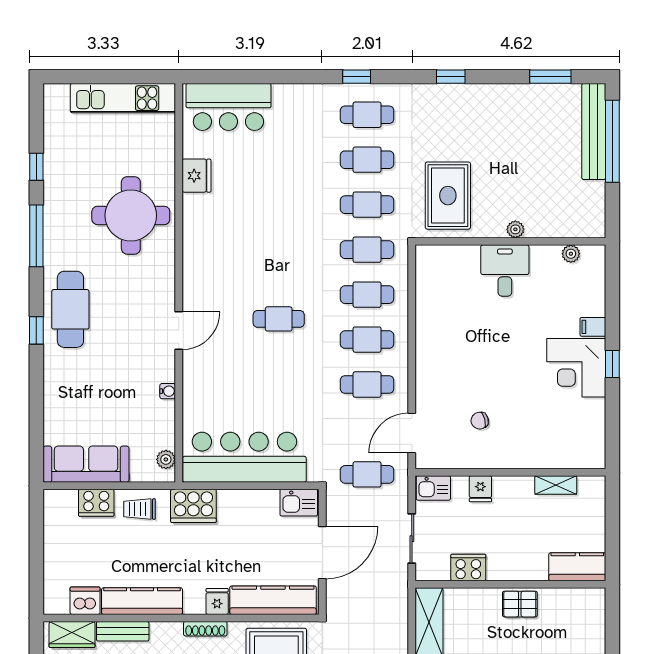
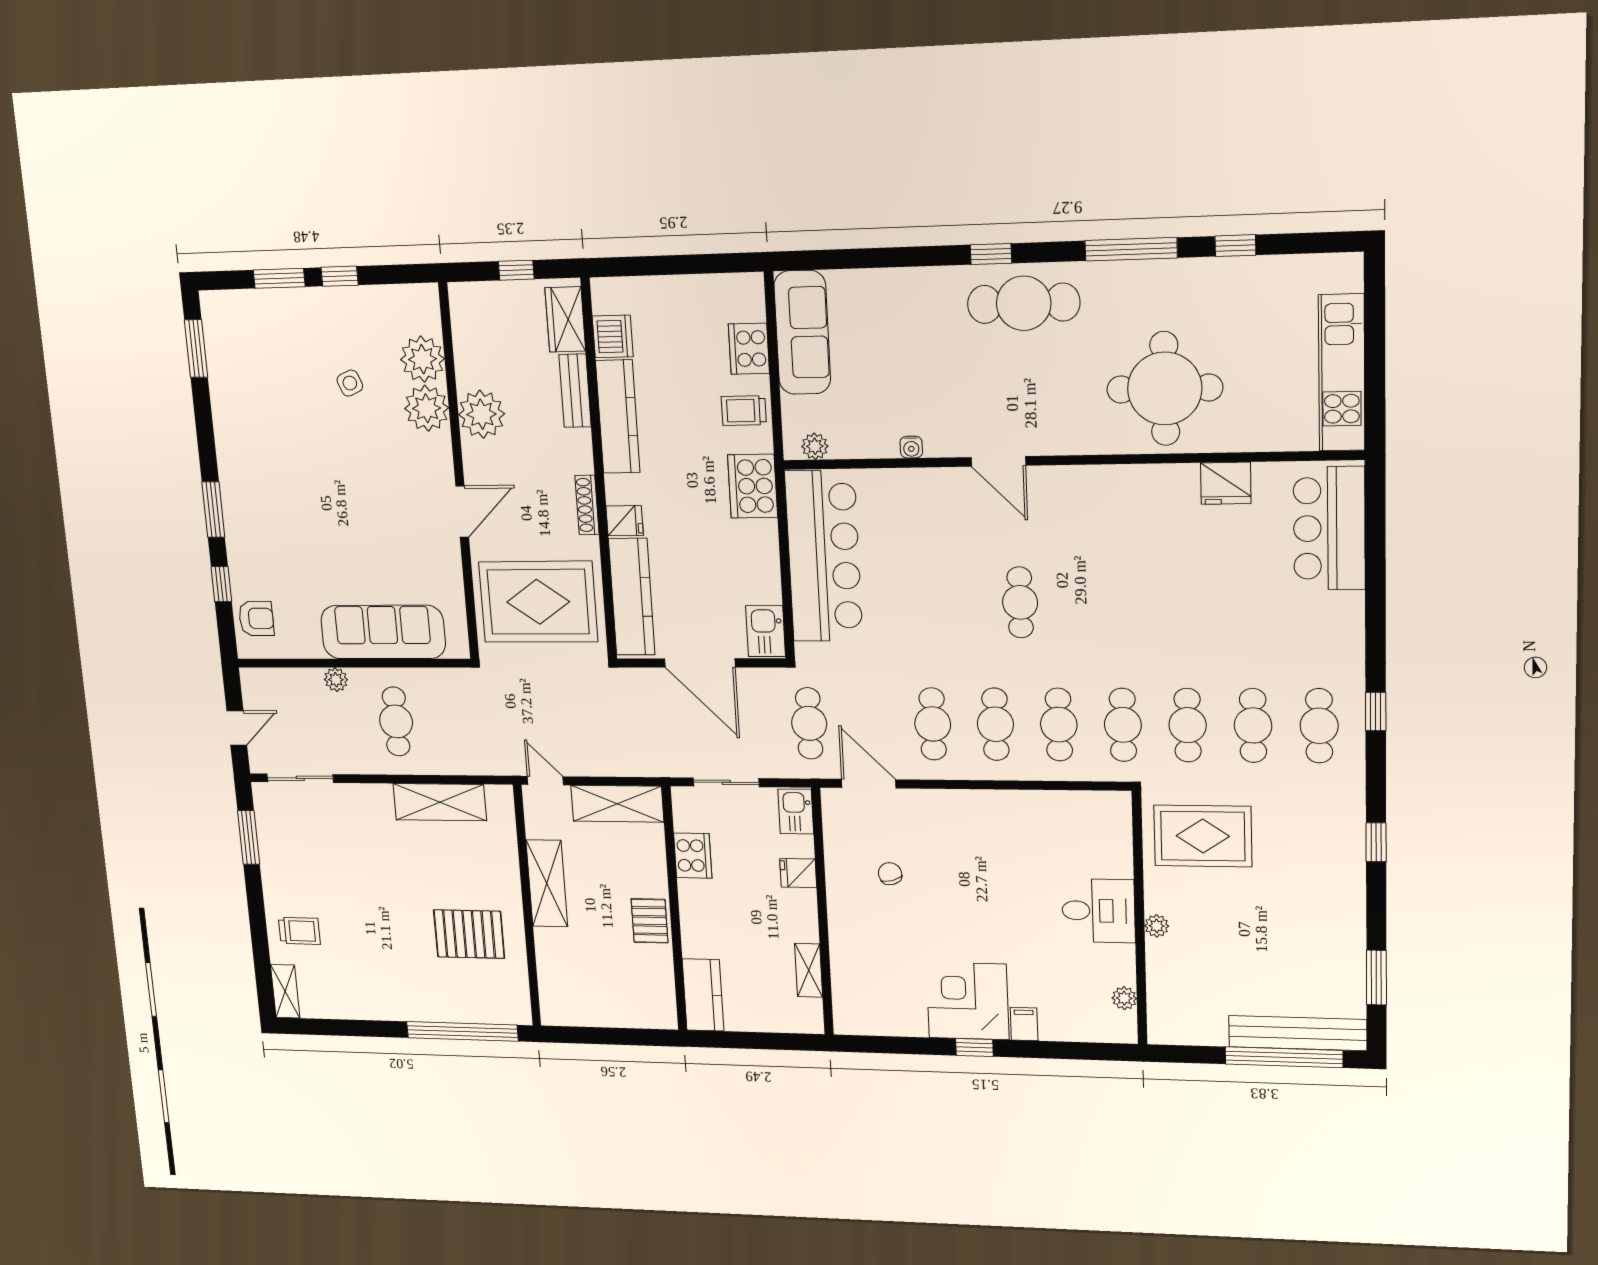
trolley: (140, 509) -> (744, 411), turned -90

